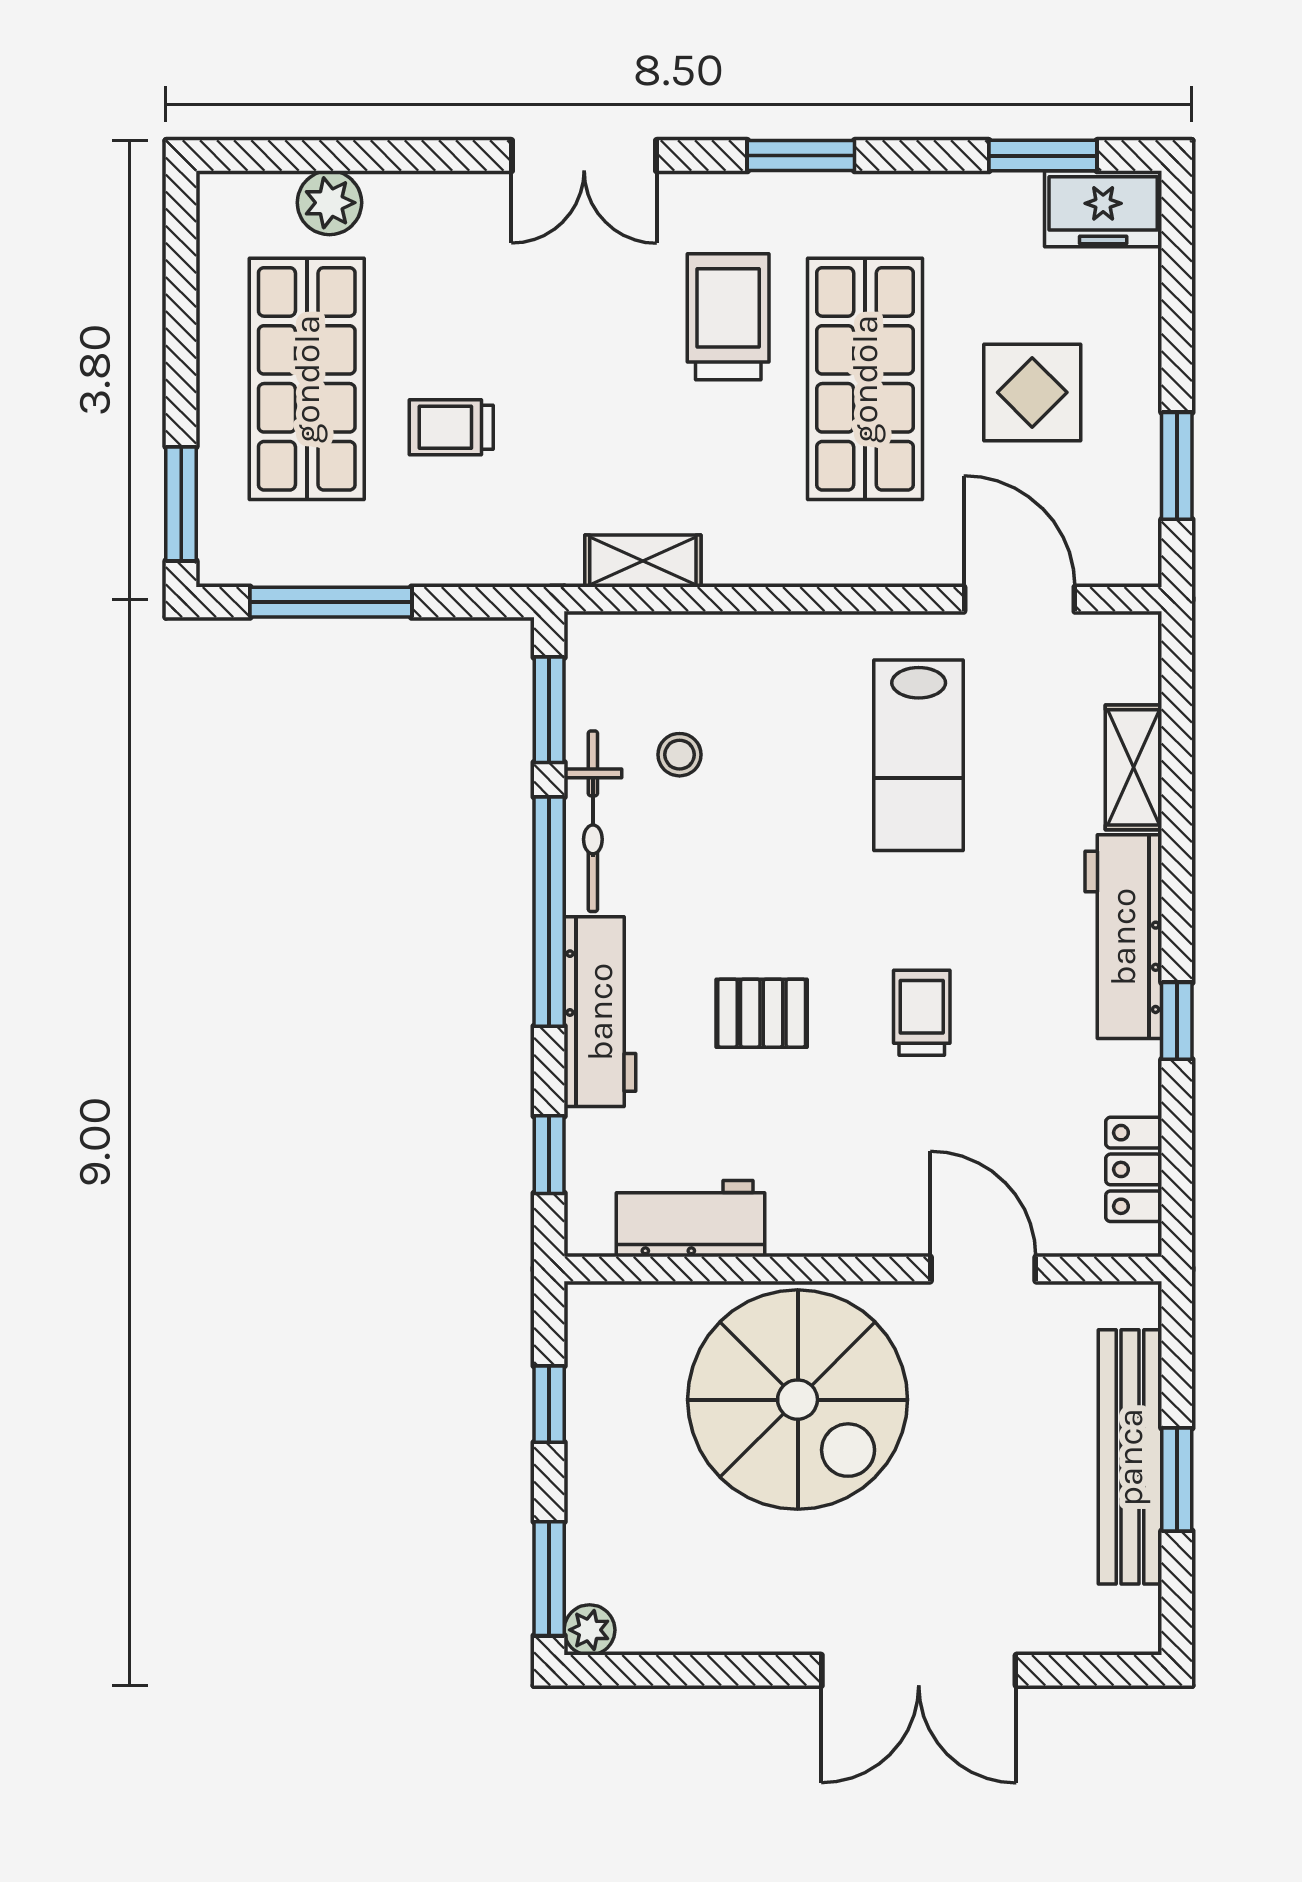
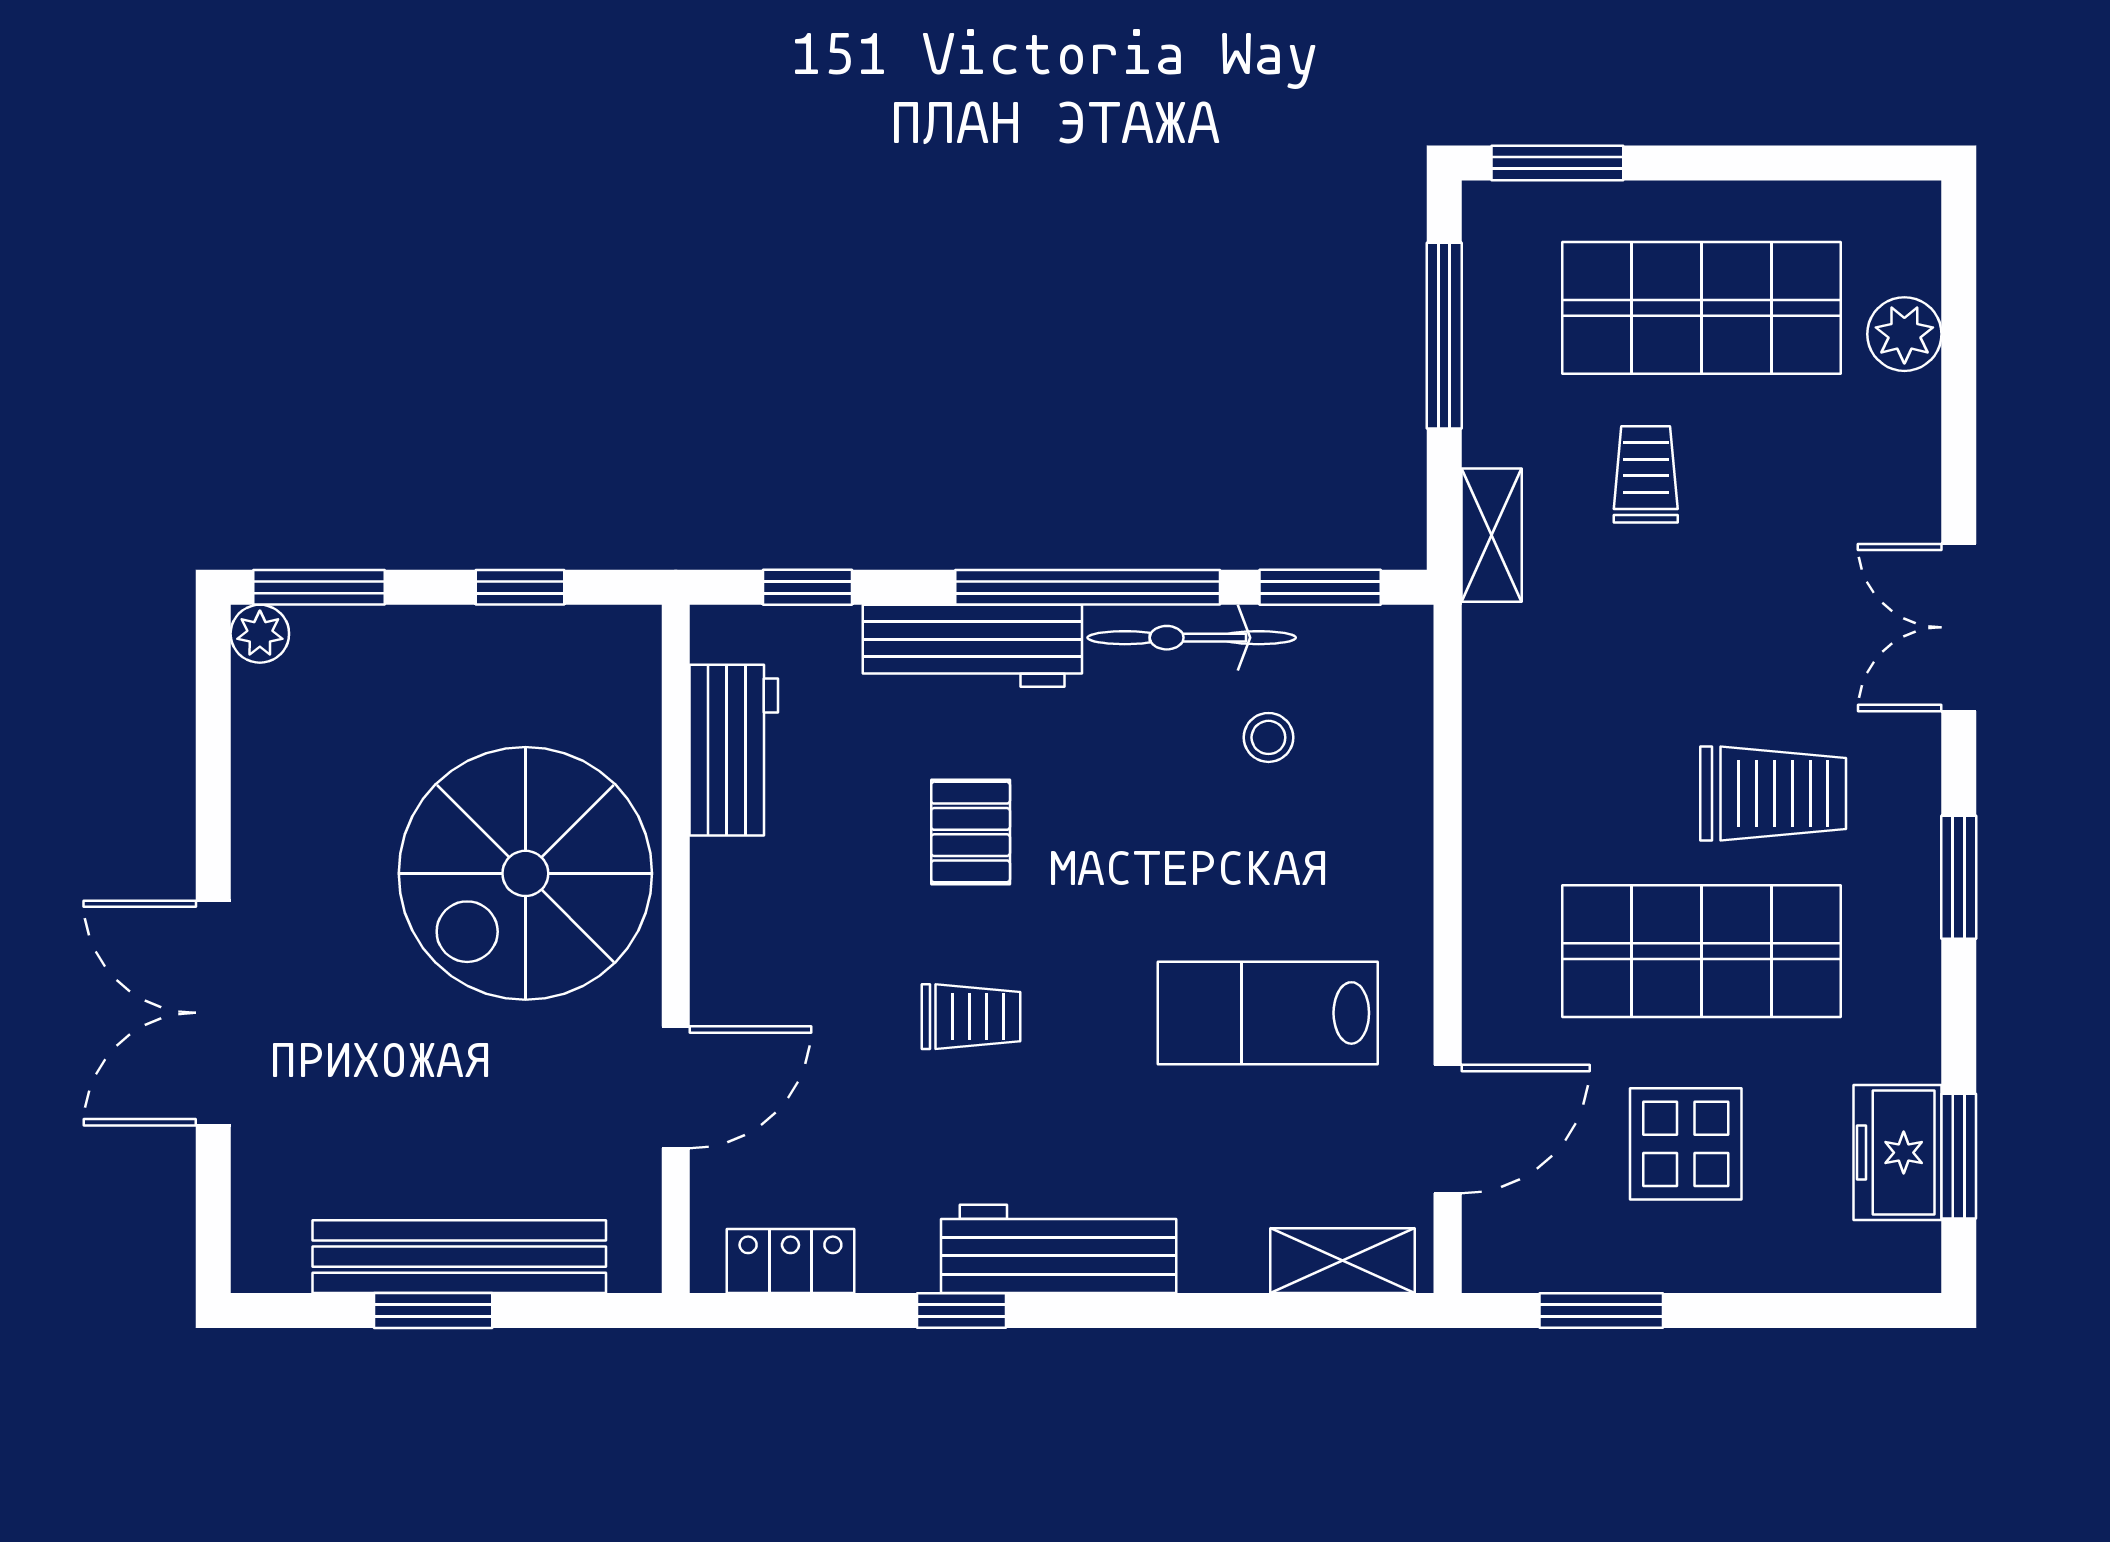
freezer: (1103, 209) -> (1898, 1153), moved
shelving: (643, 561) -> (1492, 535), moved
shelving: (1134, 767) -> (1342, 1261), moved

